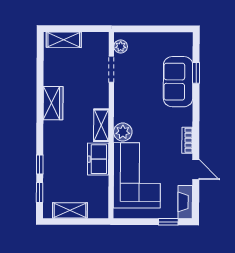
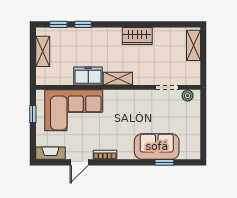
plant: (123, 132) -> (112, 98), removed
window: (168, 222) -> (33, 114), moved

